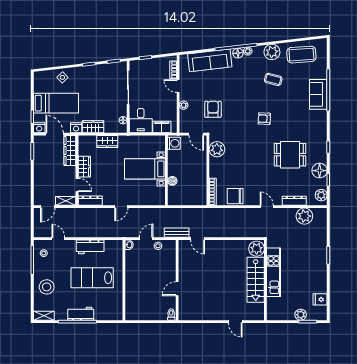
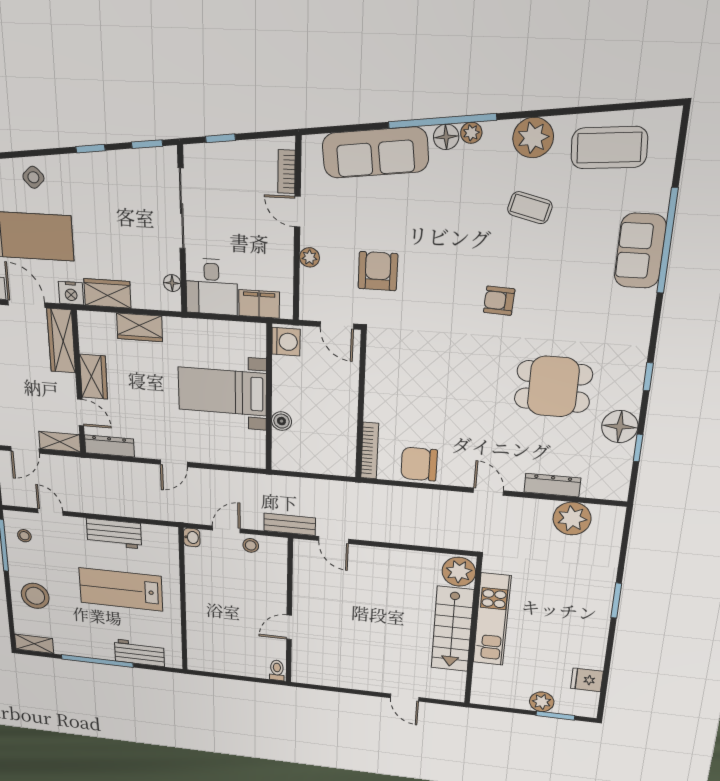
plant: (217, 149) -> (383, 362), removed
plant: (321, 195) -> (617, 479), removed
workbench: (81, 314) -> (139, 653), moved

